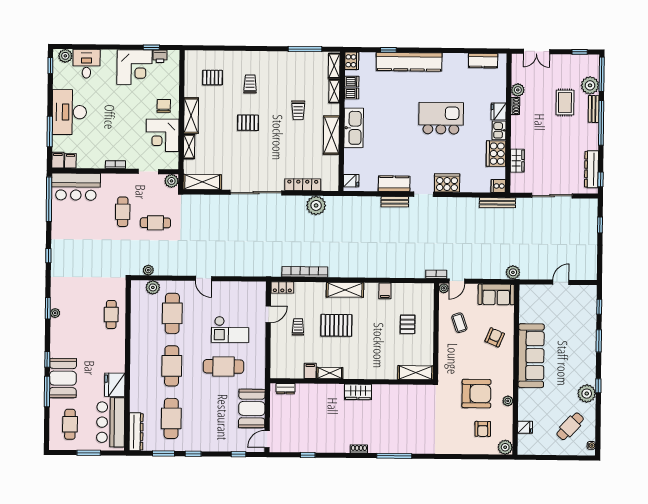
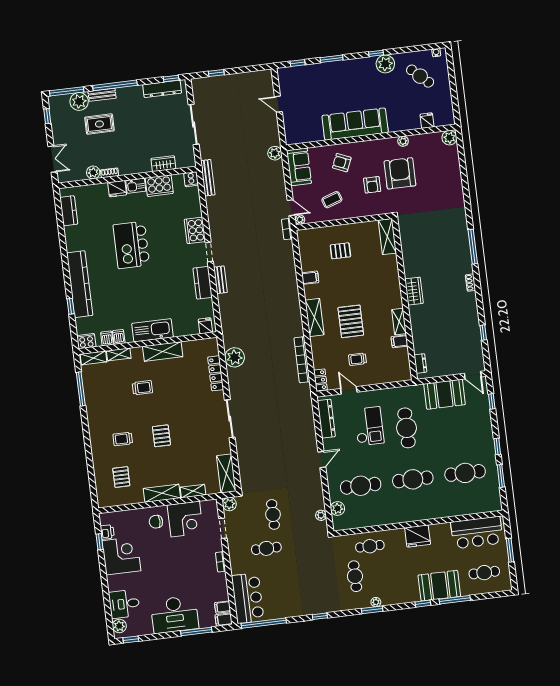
sliding door: (256, 193) -> (230, 419), width x0.73
cafe table: (83, 296) -> (355, 576), added
fridge: (115, 385) -> (418, 536), moved
armchair: (483, 429) -> (372, 185), moved, turned 90
dresser: (136, 432) -> (326, 419), moved, turned 90

